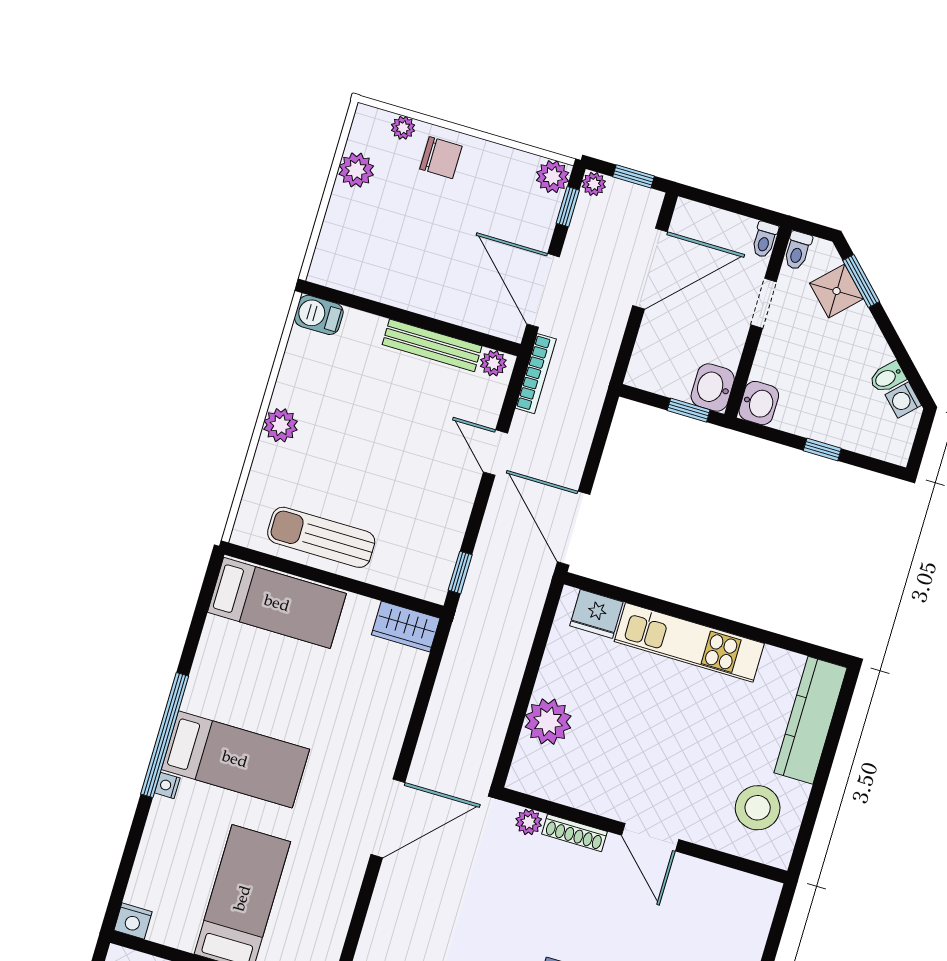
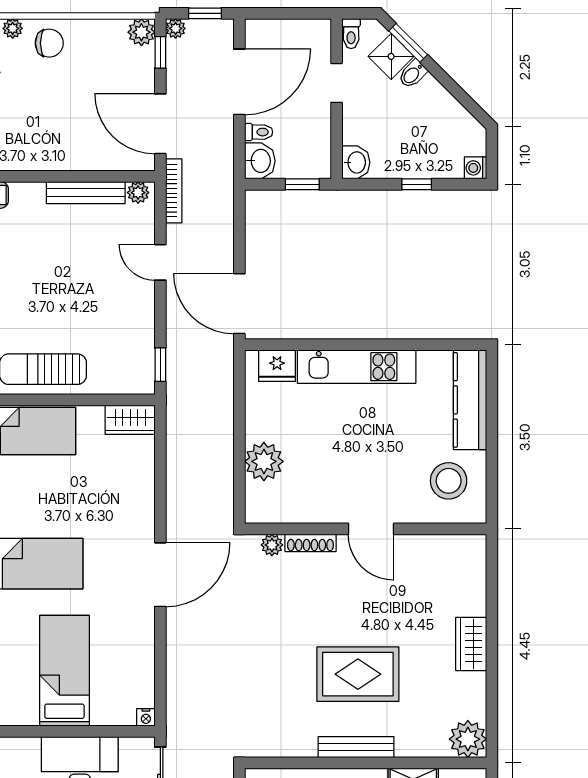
toilet: (765, 240) -> (259, 132), moved, turned -90
bidet: (887, 377) -> (413, 74), moved
washbasin: (713, 387) -> (260, 161), moved, turned 180
washing machine: (903, 400) -> (475, 168), moved, turned 45

